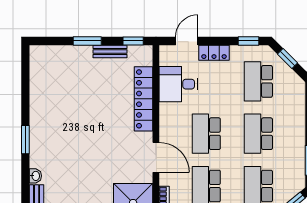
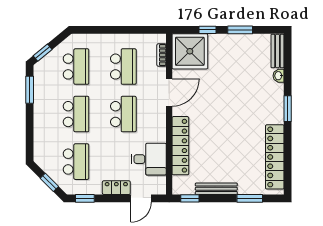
window: (87, 41) -> (250, 198), moved
bench: (110, 51) -> (216, 189), width x1.36
locker: (40, 87) -> (275, 157), added
door: (156, 157) -> (169, 93), swing flipped

